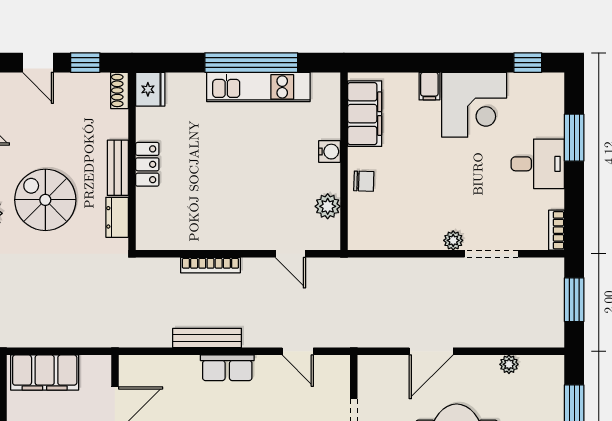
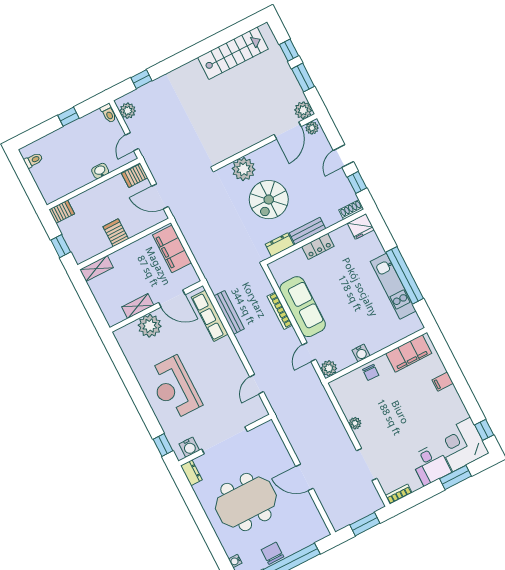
corner desk: (474, 105) -> (462, 444), moved, turned 90
water cooler: (330, 152) -> (361, 353), moved
spiral stairs: (45, 200) -> (269, 200), turned 180
plant: (328, 206) -> (329, 368), moved
sofa: (221, 230) -> (303, 307), added
plant: (453, 240) -> (355, 423), moved
bench: (207, 338) -> (229, 312), moved
door: (431, 351) -> (304, 477), moved
plant: (509, 364) -> (310, 506), removed
row of seats: (227, 368) -> (210, 316), moved, width x1.48

